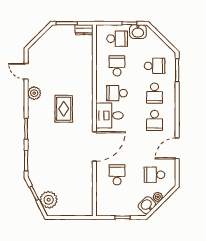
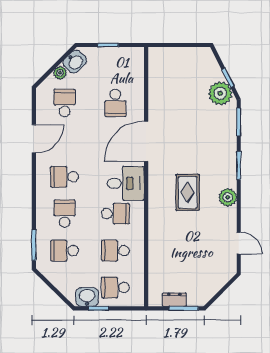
dresser: (84, 30) -> (174, 300), moved
school desk: (117, 66) -> (115, 251), turned 90
plant: (34, 93) -> (228, 197), moved
school desk: (154, 120) -> (65, 177), turned -90
school desk: (154, 175) -> (65, 103), turned -90
plant: (49, 200) -> (220, 93), moved

